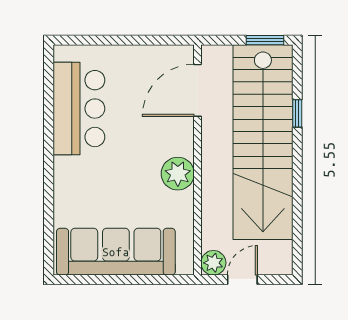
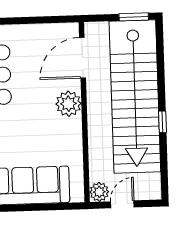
window: (297, 113) -> (162, 122), moved
plant: (178, 174) -> (68, 104), moved

